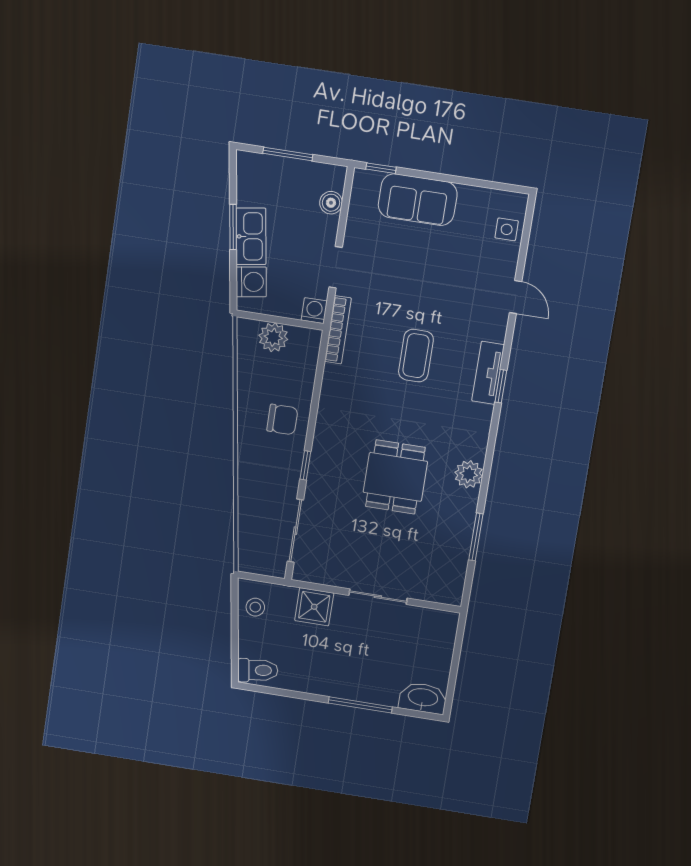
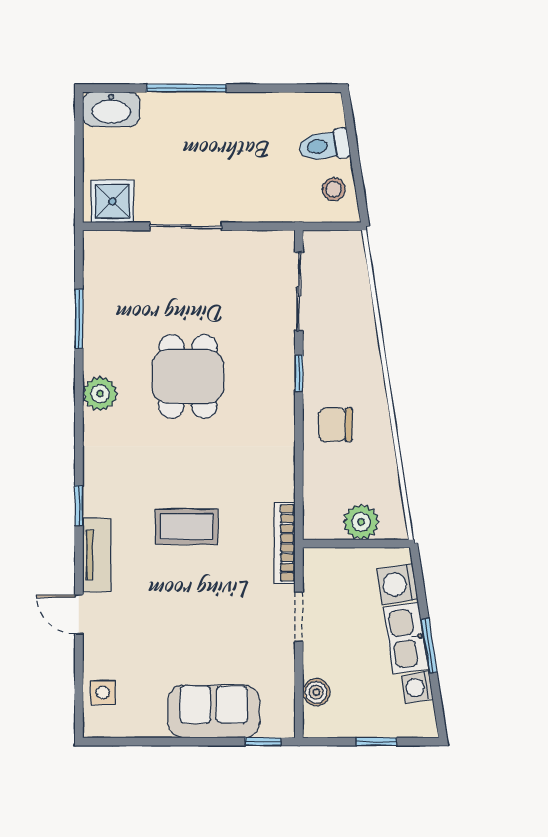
window: (288, 154) -> (376, 742), width x0.67
washing machine: (314, 311) -> (417, 687), moved, turned 81
coffee table: (416, 356) -> (186, 527), turned 90
tv unit: (488, 373) -> (97, 555), moved
shower: (314, 607) -> (112, 201), moved
toilet: (258, 670) -> (324, 146), moved

